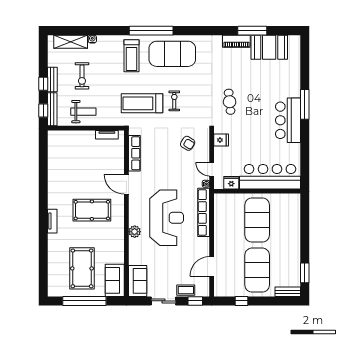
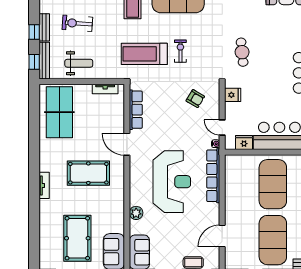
exercise bike: (82, 76) -> (77, 23), turned 94
table tennis table: (66, 156) -> (59, 112), added
plant: (135, 232) -> (136, 213), moved

